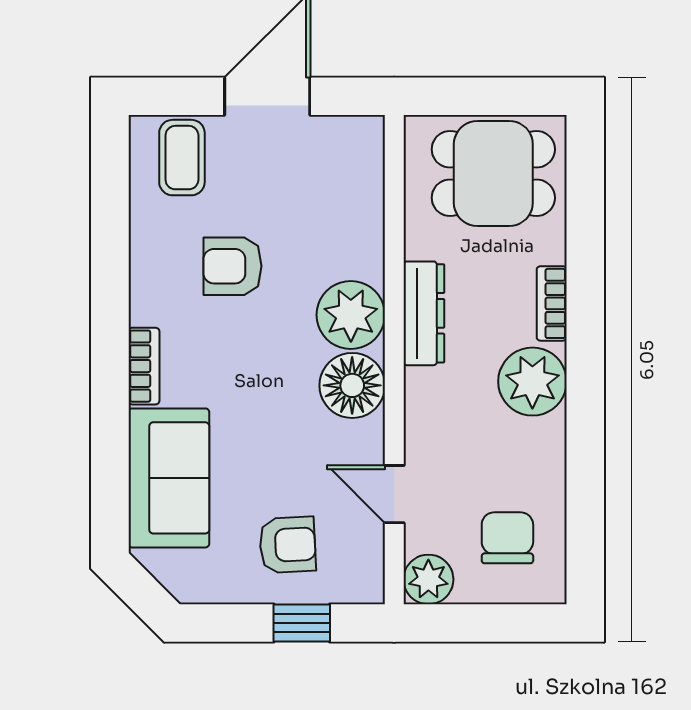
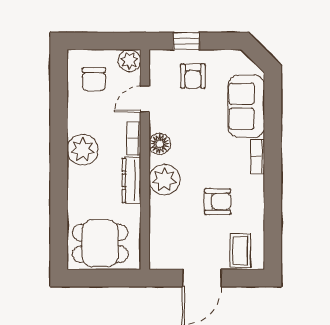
bookcase: (552, 303) -> (134, 138), moved, turned 180
floor lamp: (352, 385) -> (160, 144), width x0.73, depth x0.73
door: (394, 494) -> (145, 99), swing flipped
armchair: (288, 545) -> (193, 76), turned -87

